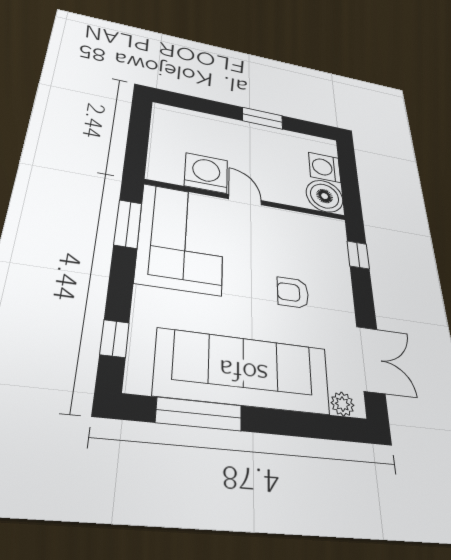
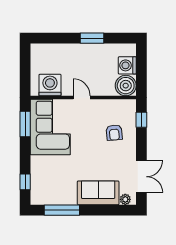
washing machine: (206, 173) -> (50, 85), moved
armchair: (293, 293) -> (114, 133), moved, turned -95
sofa: (243, 371) -> (98, 193), width x0.54, depth x0.79

